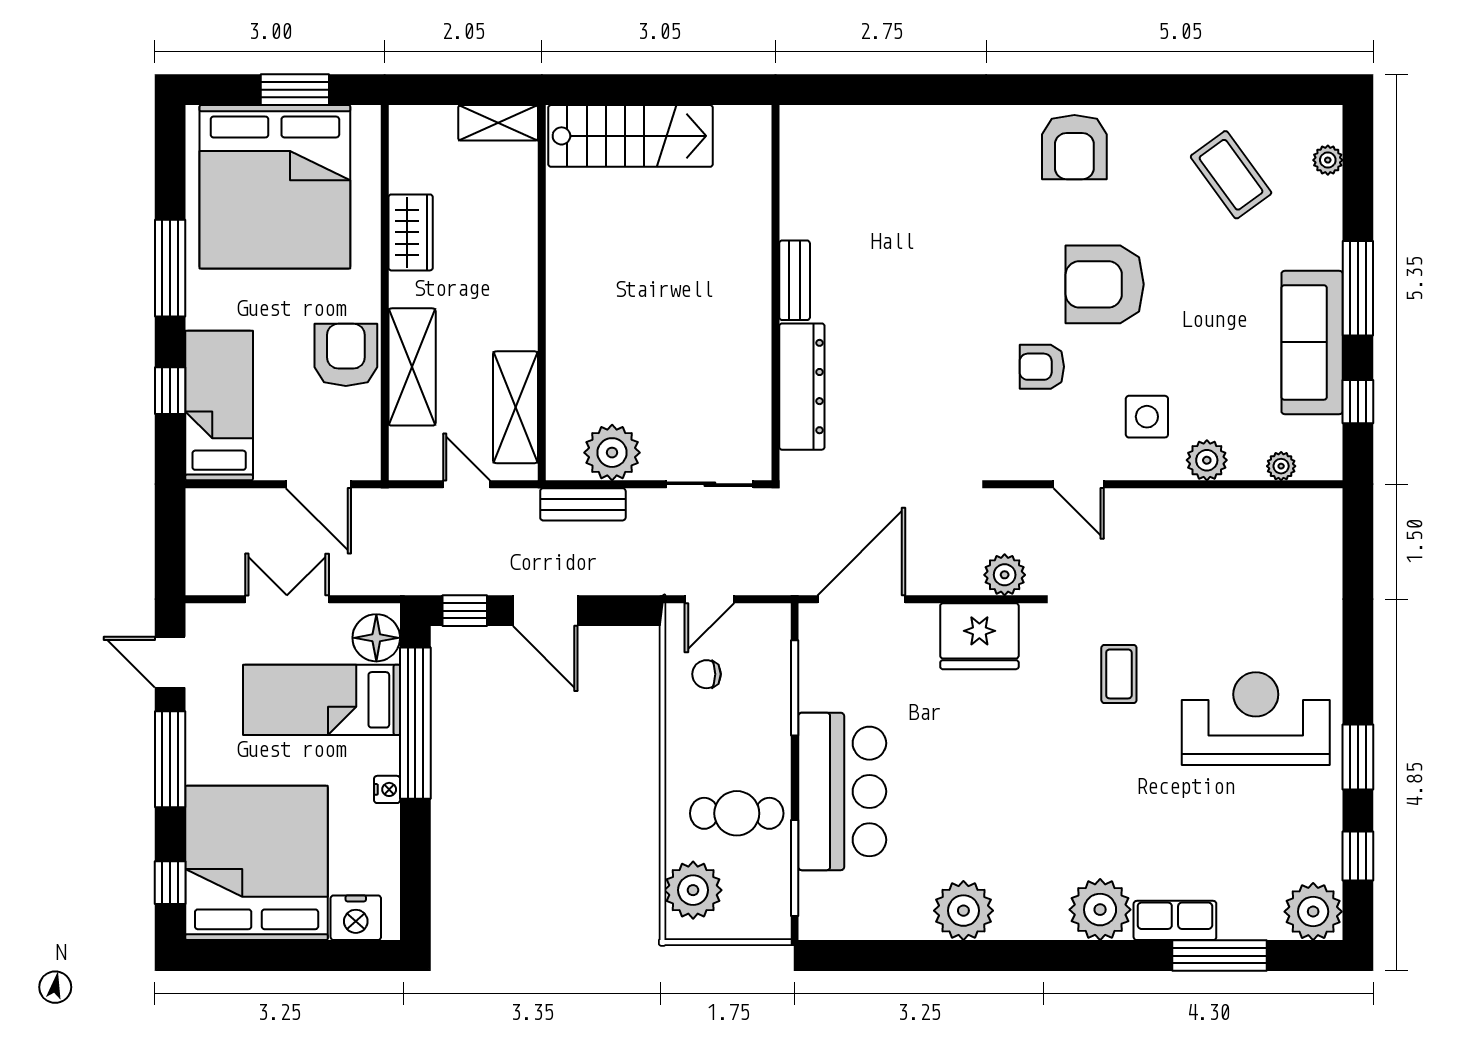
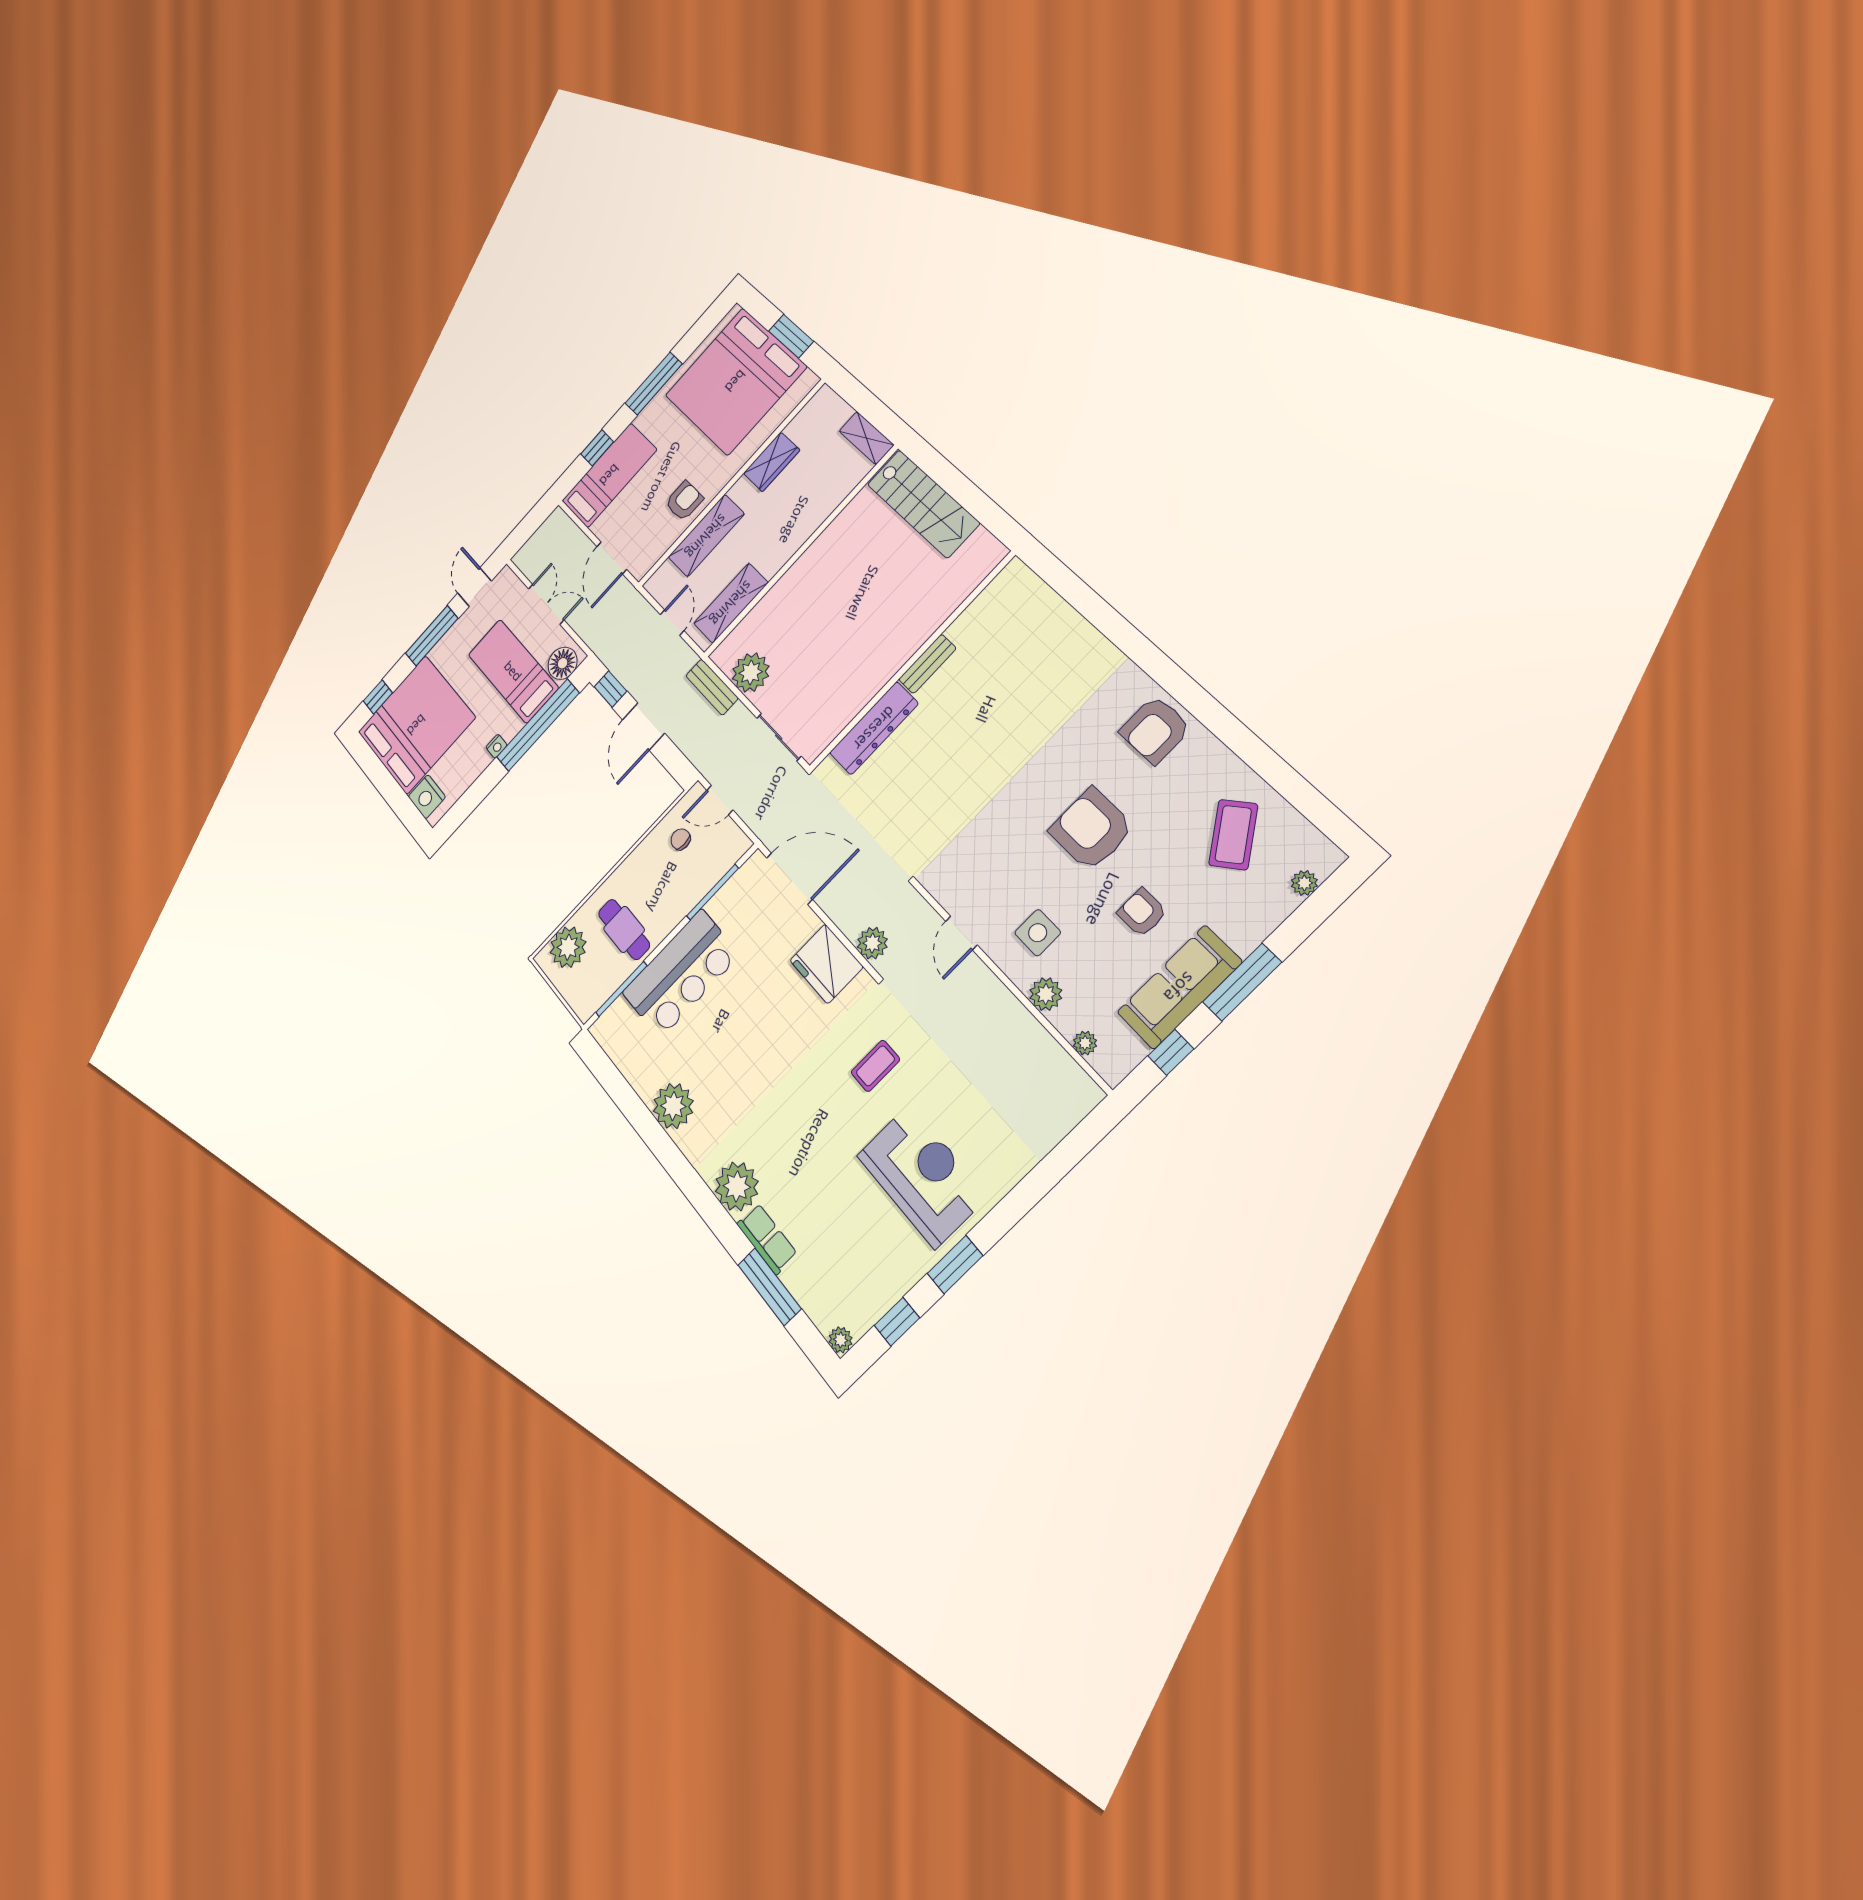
armchair: (346, 355) -> (684, 501), width x0.72, depth x0.72
armchair: (1042, 367) -> (1142, 913), moved
plant: (1313, 912) -> (841, 1340), width x0.53, depth x0.53

